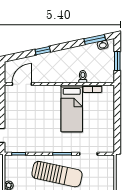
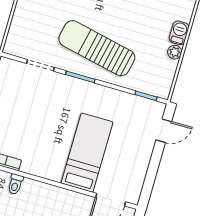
bed: (72, 109) -> (87, 153), moved

